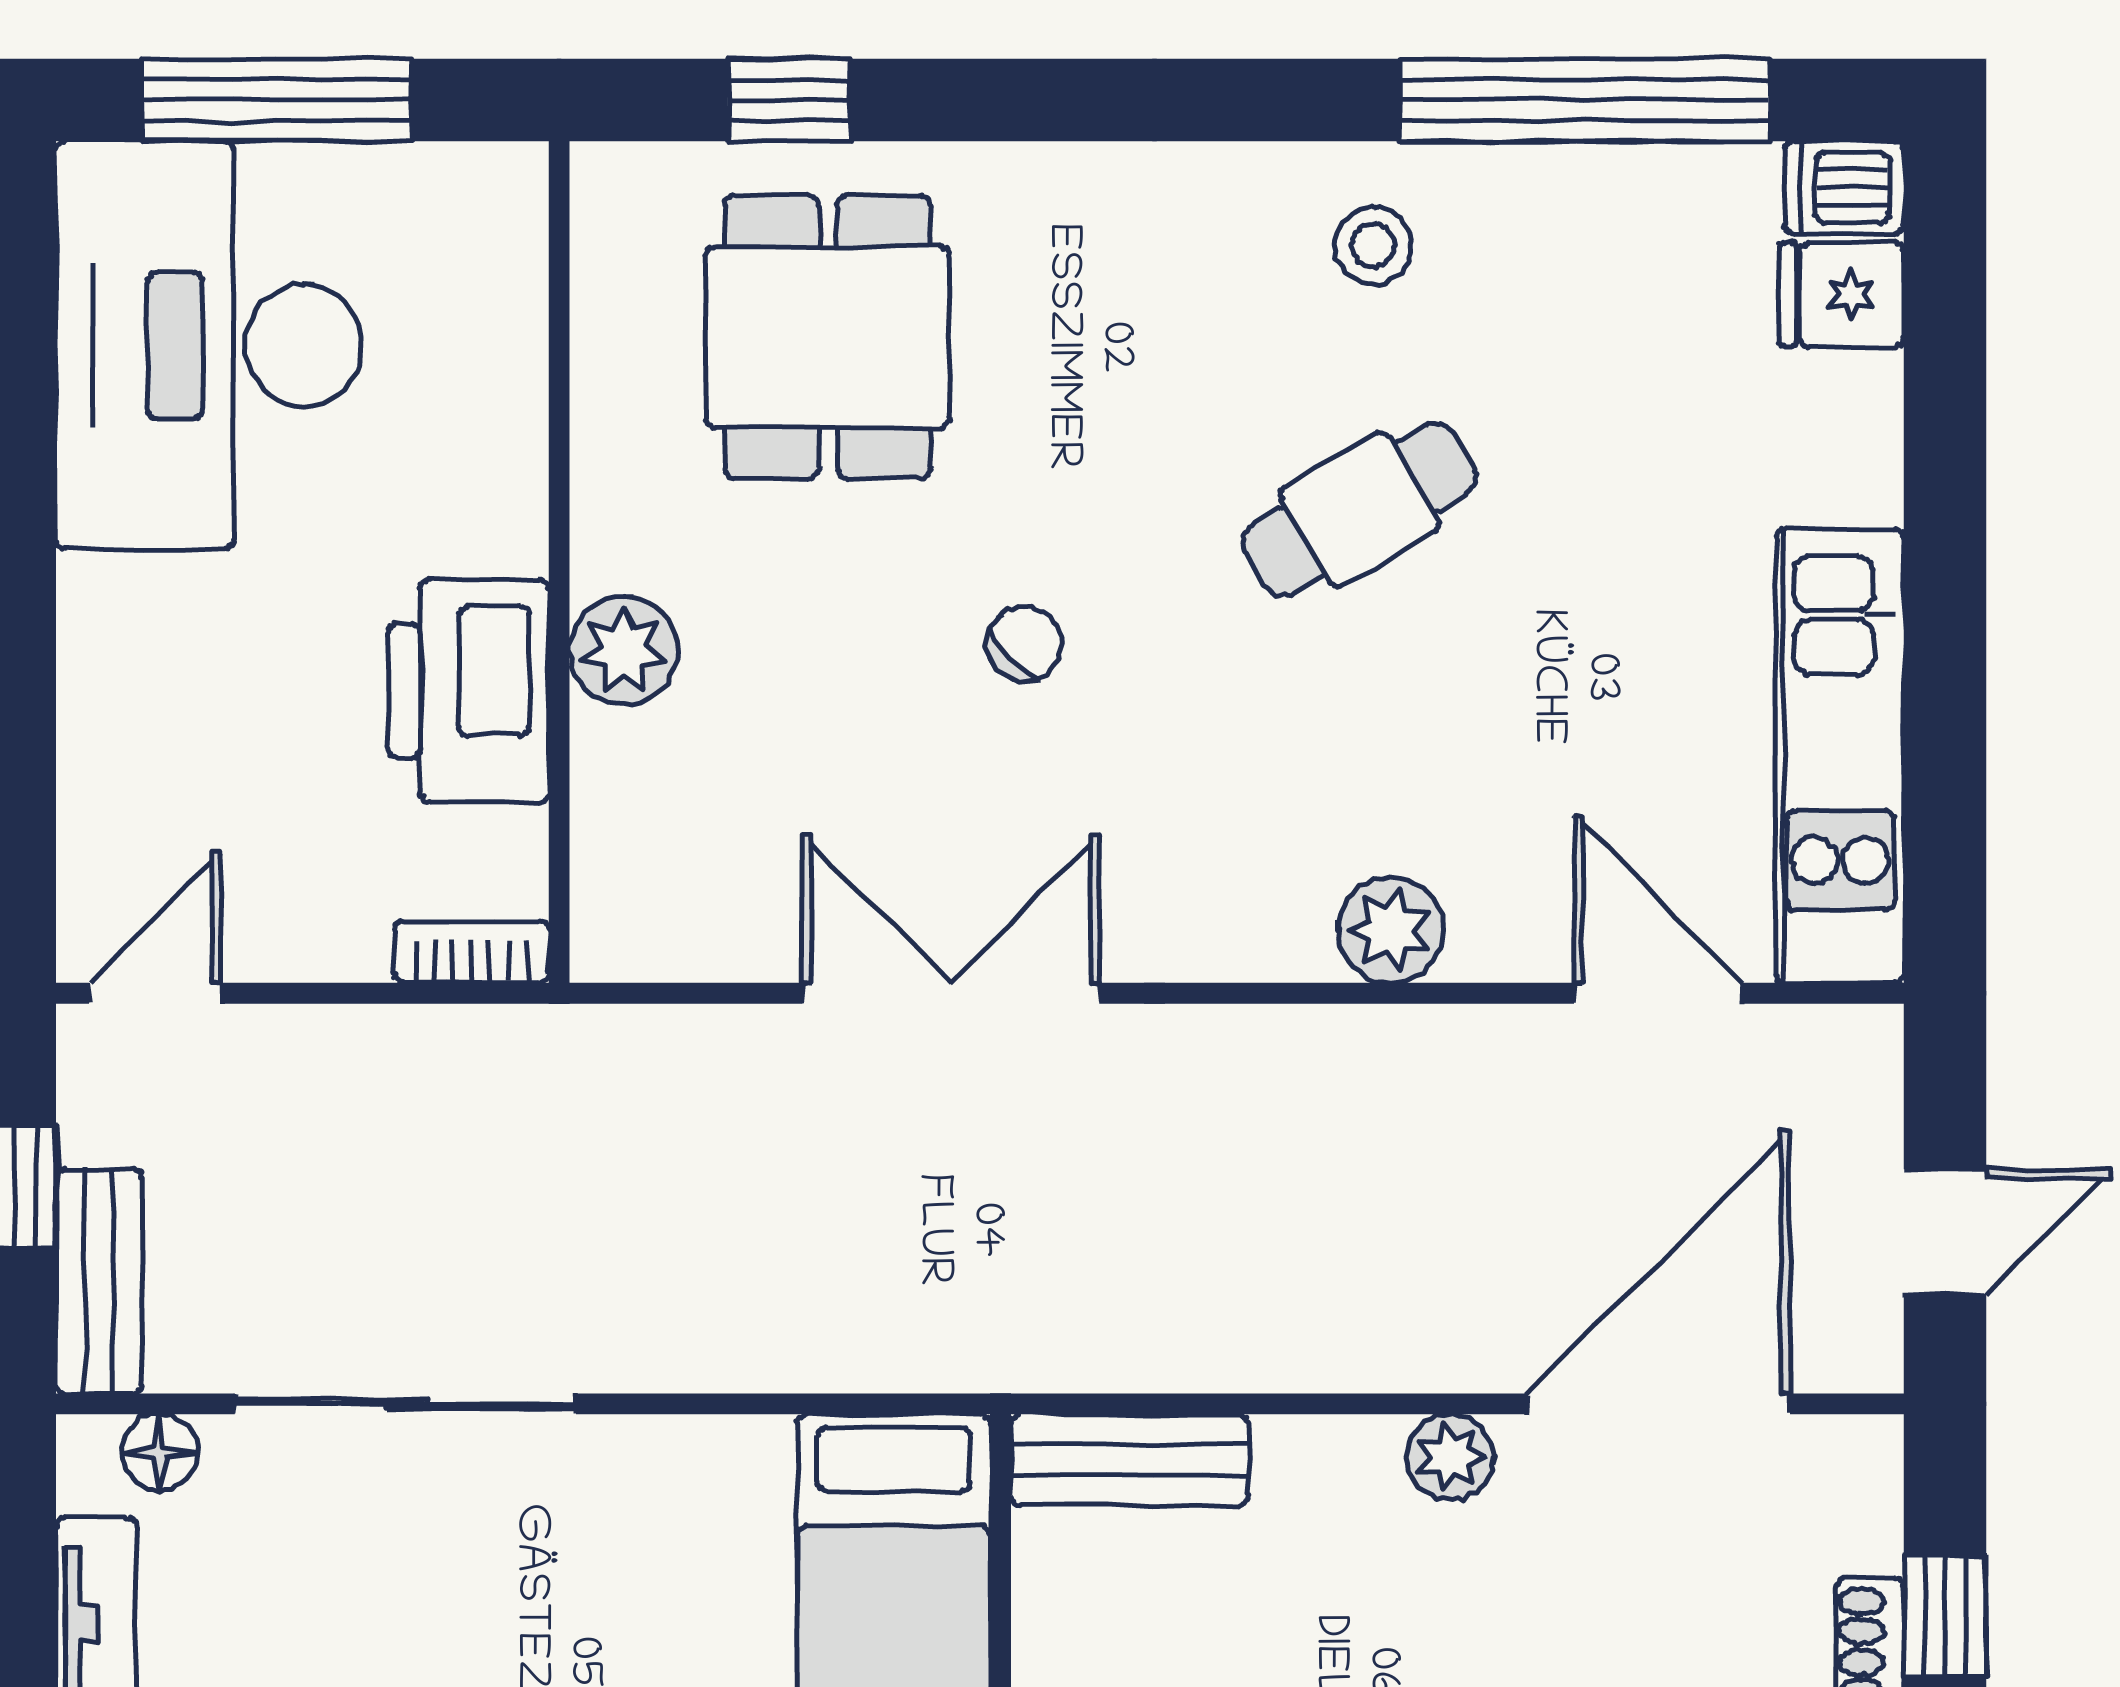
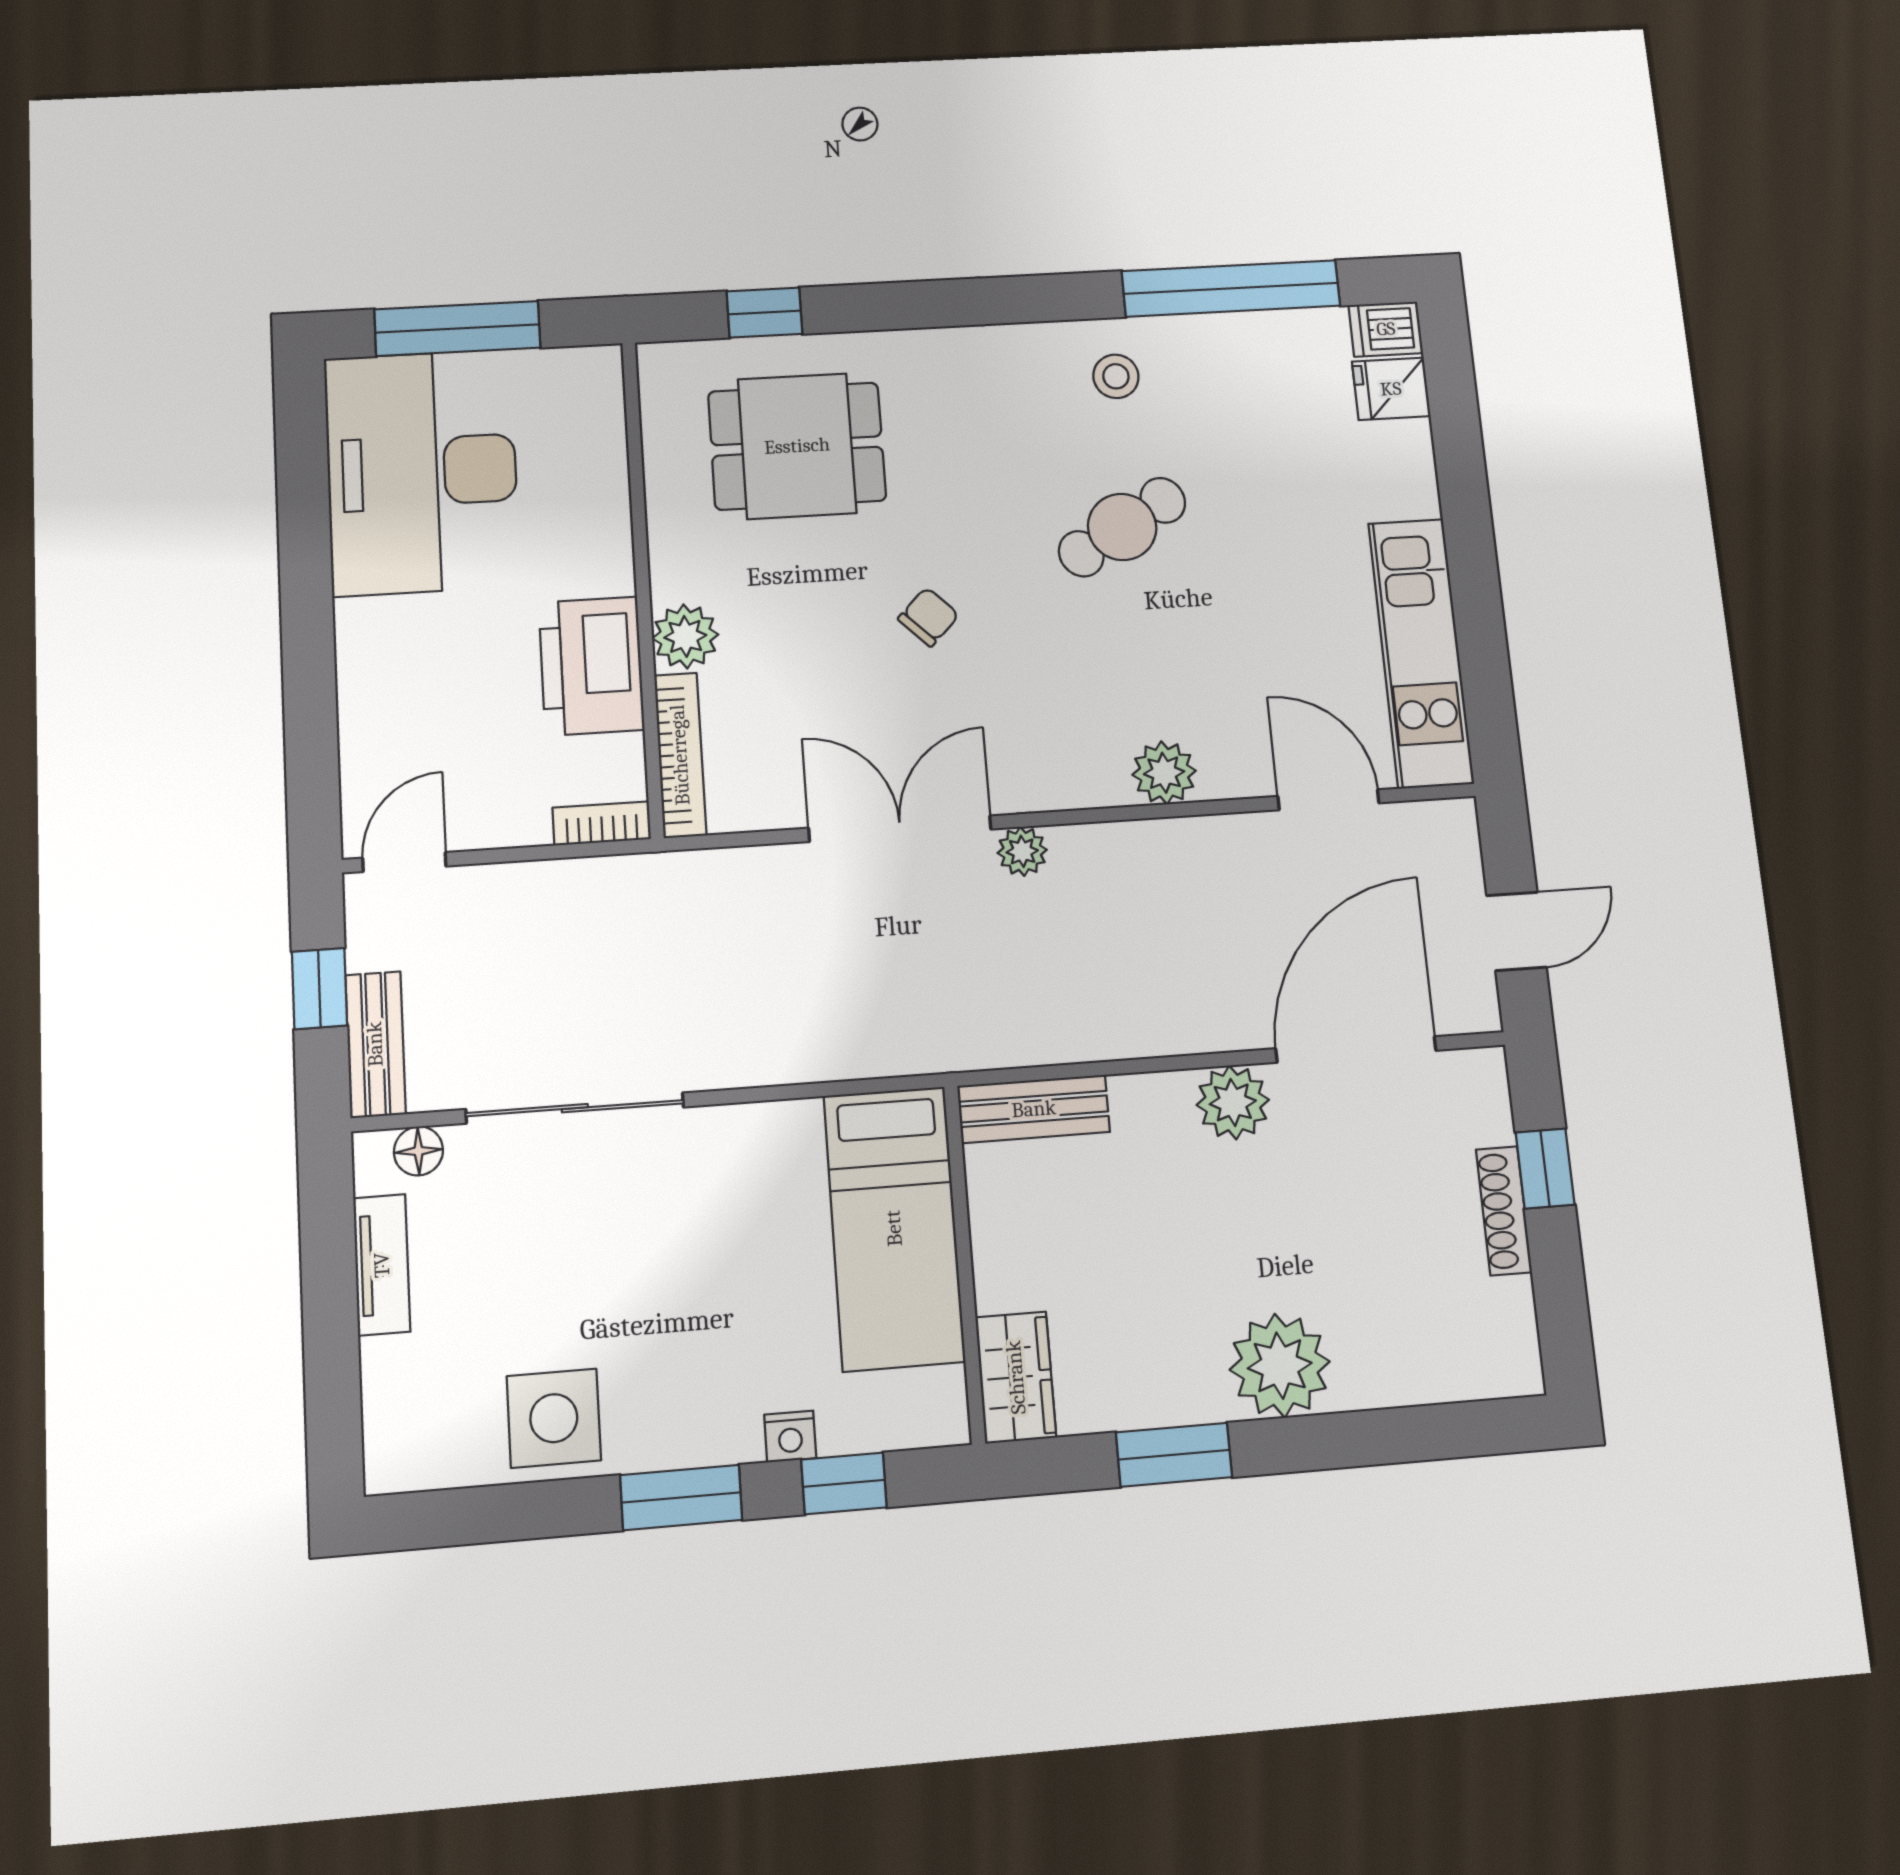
dining table: (828, 337) -> (797, 446), turned 90
bookcase: (604, 848) -> (680, 755), added
plant: (1146, 1044) -> (1022, 851), added
plant: (1451, 1457) -> (1233, 1102), width x1.38, depth x1.38

